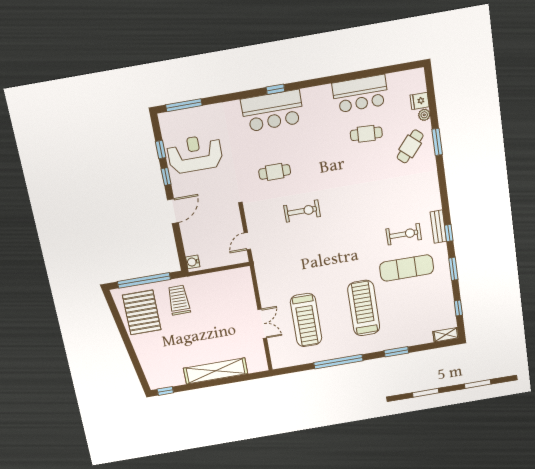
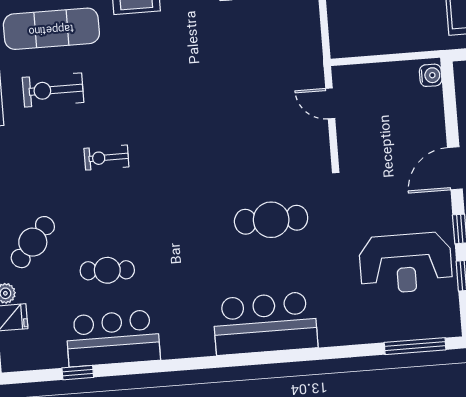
window: (275, 89) -> (78, 373), moved
cafe table: (275, 172) -> (271, 220), width x1.37, depth x1.35
exercise bike: (302, 211) -> (106, 158), moved, width x0.73, depth x0.72
door: (247, 241) -> (330, 103), swing flipped

